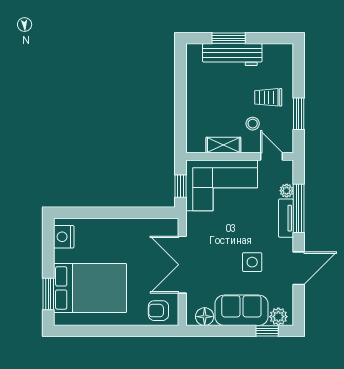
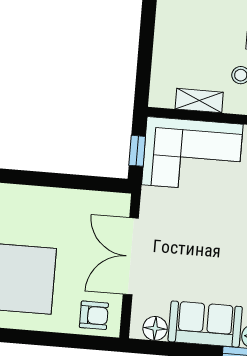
side table: (252, 262) -> (225, 261), removed
armchair: (158, 311) -> (94, 315), turned 180

